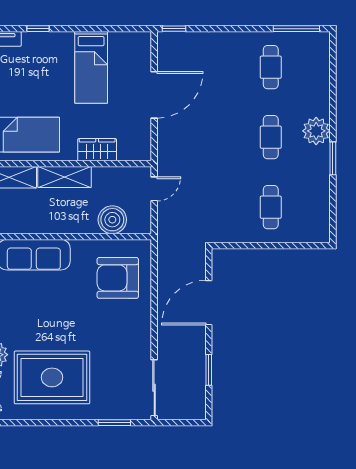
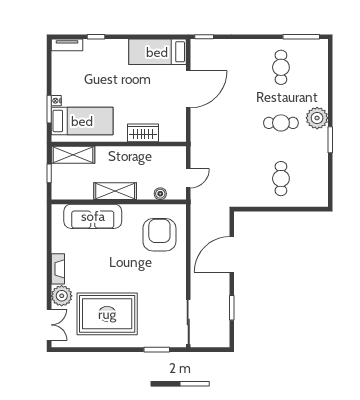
bed: (91, 67) -> (157, 52), moved, turned 90
cafe table: (271, 137) -> (281, 123), turned 90
shelving: (64, 177) -> (115, 191), moved
door: (154, 189) -> (188, 178), moved
boiler: (112, 220) -> (160, 194), width x0.54, depth x0.54
armchair: (118, 278) -> (159, 235), turned 90

